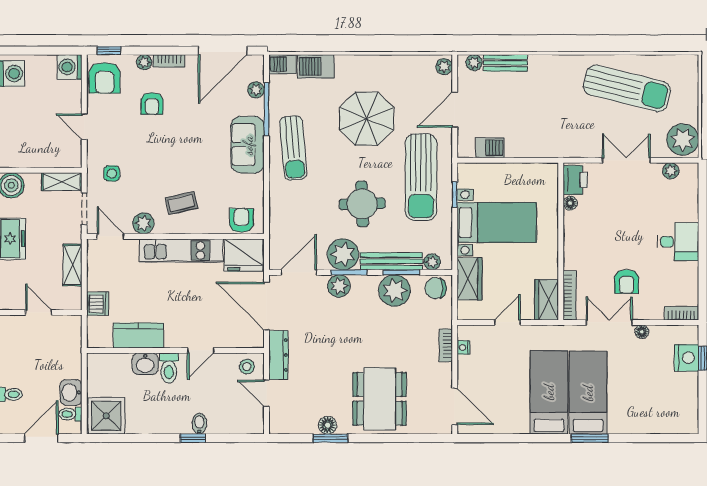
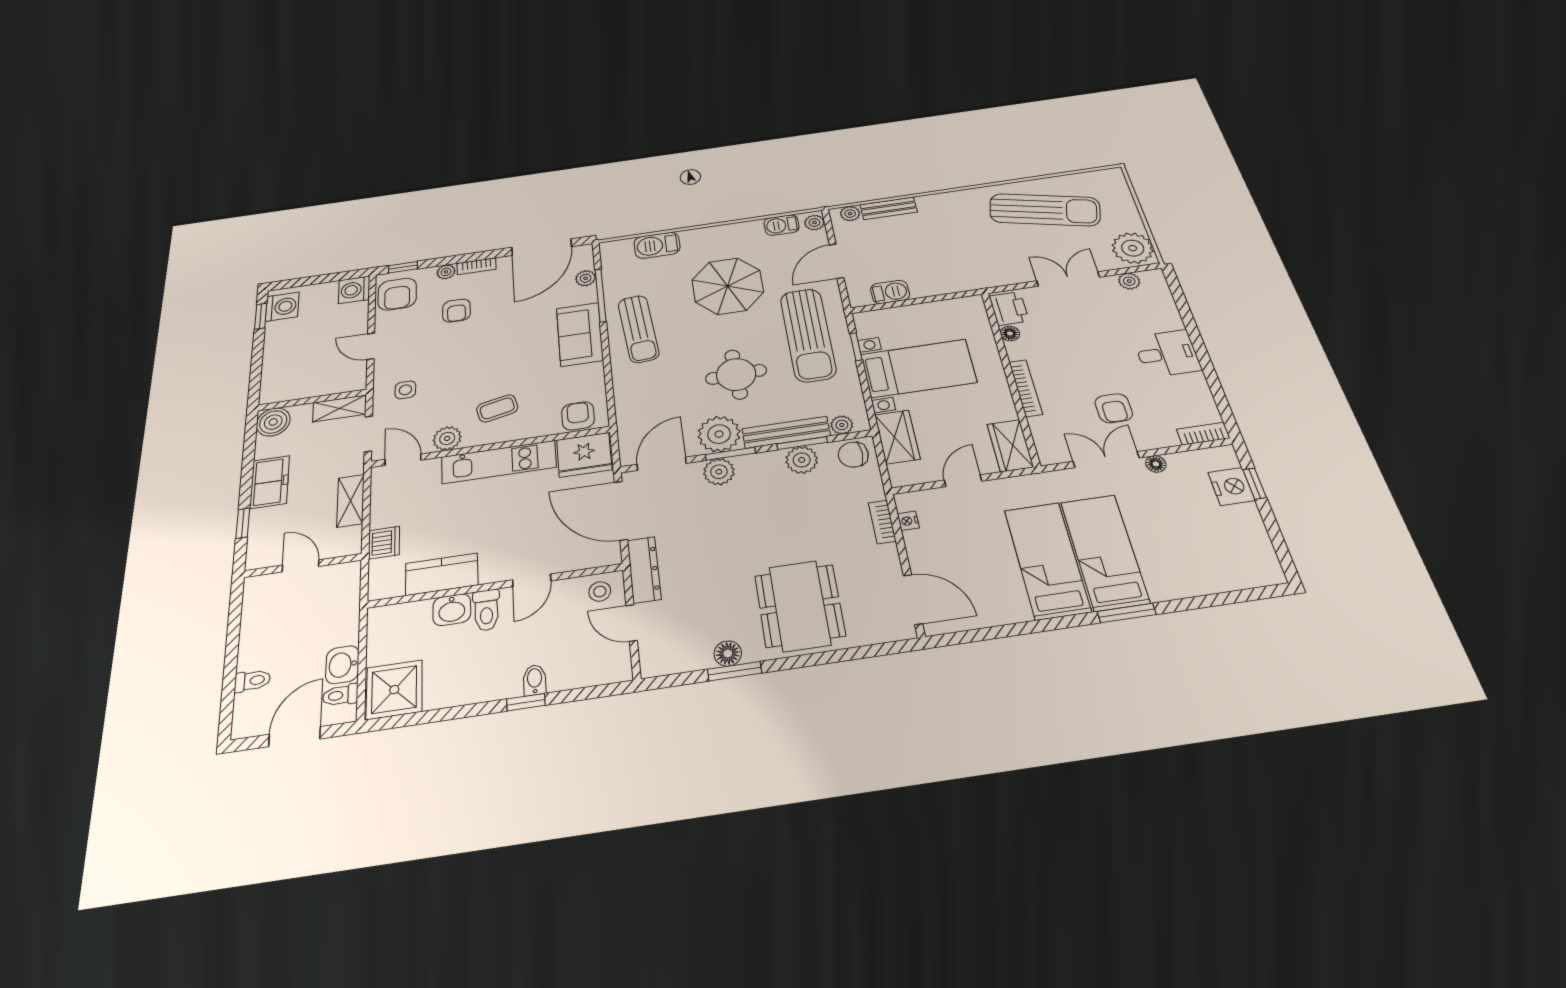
barbecue: (282, 64) -> (781, 225), moved
plant: (395, 291) -> (802, 460), width x0.73, depth x0.73
bookcase: (570, 295) -> (1026, 388), moved

